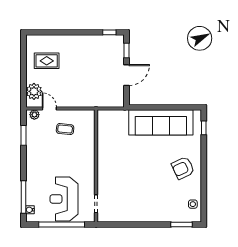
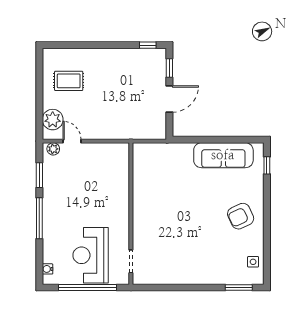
sofa: (161, 122) -> (223, 155), width x0.74, depth x0.79
coffee table: (65, 129) -> (92, 167), removed
window: (23, 197) -> (39, 218), moved

